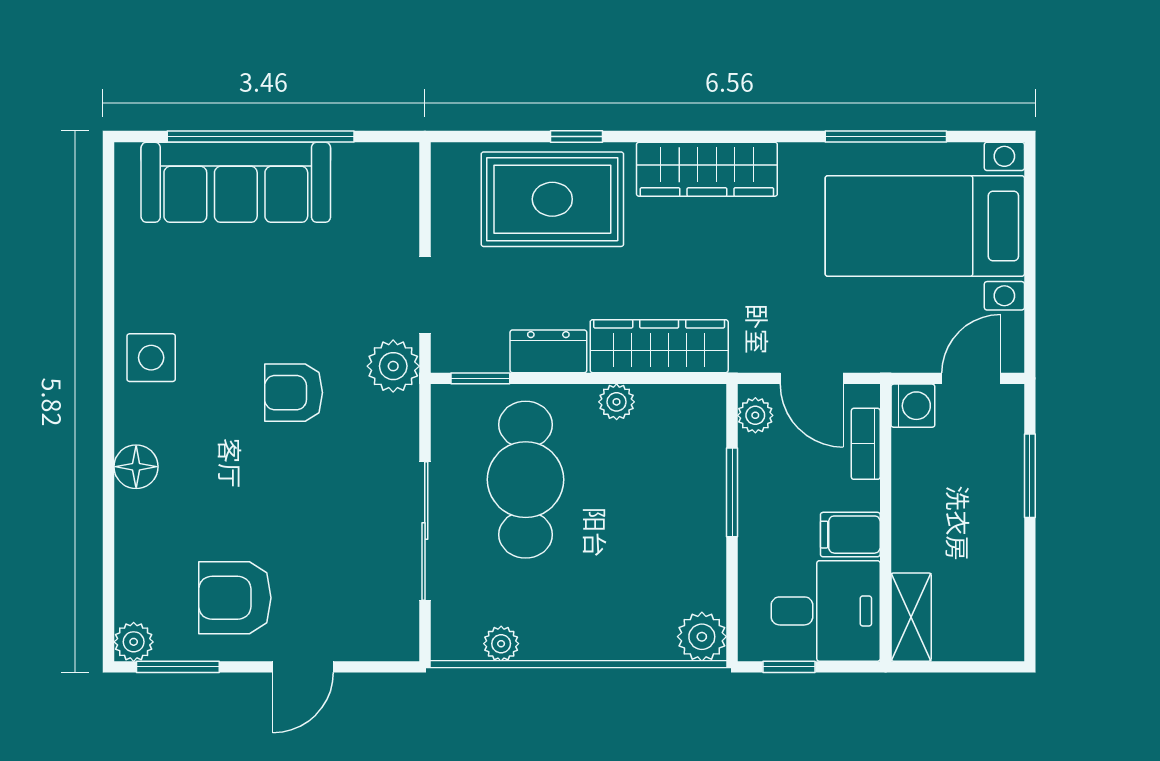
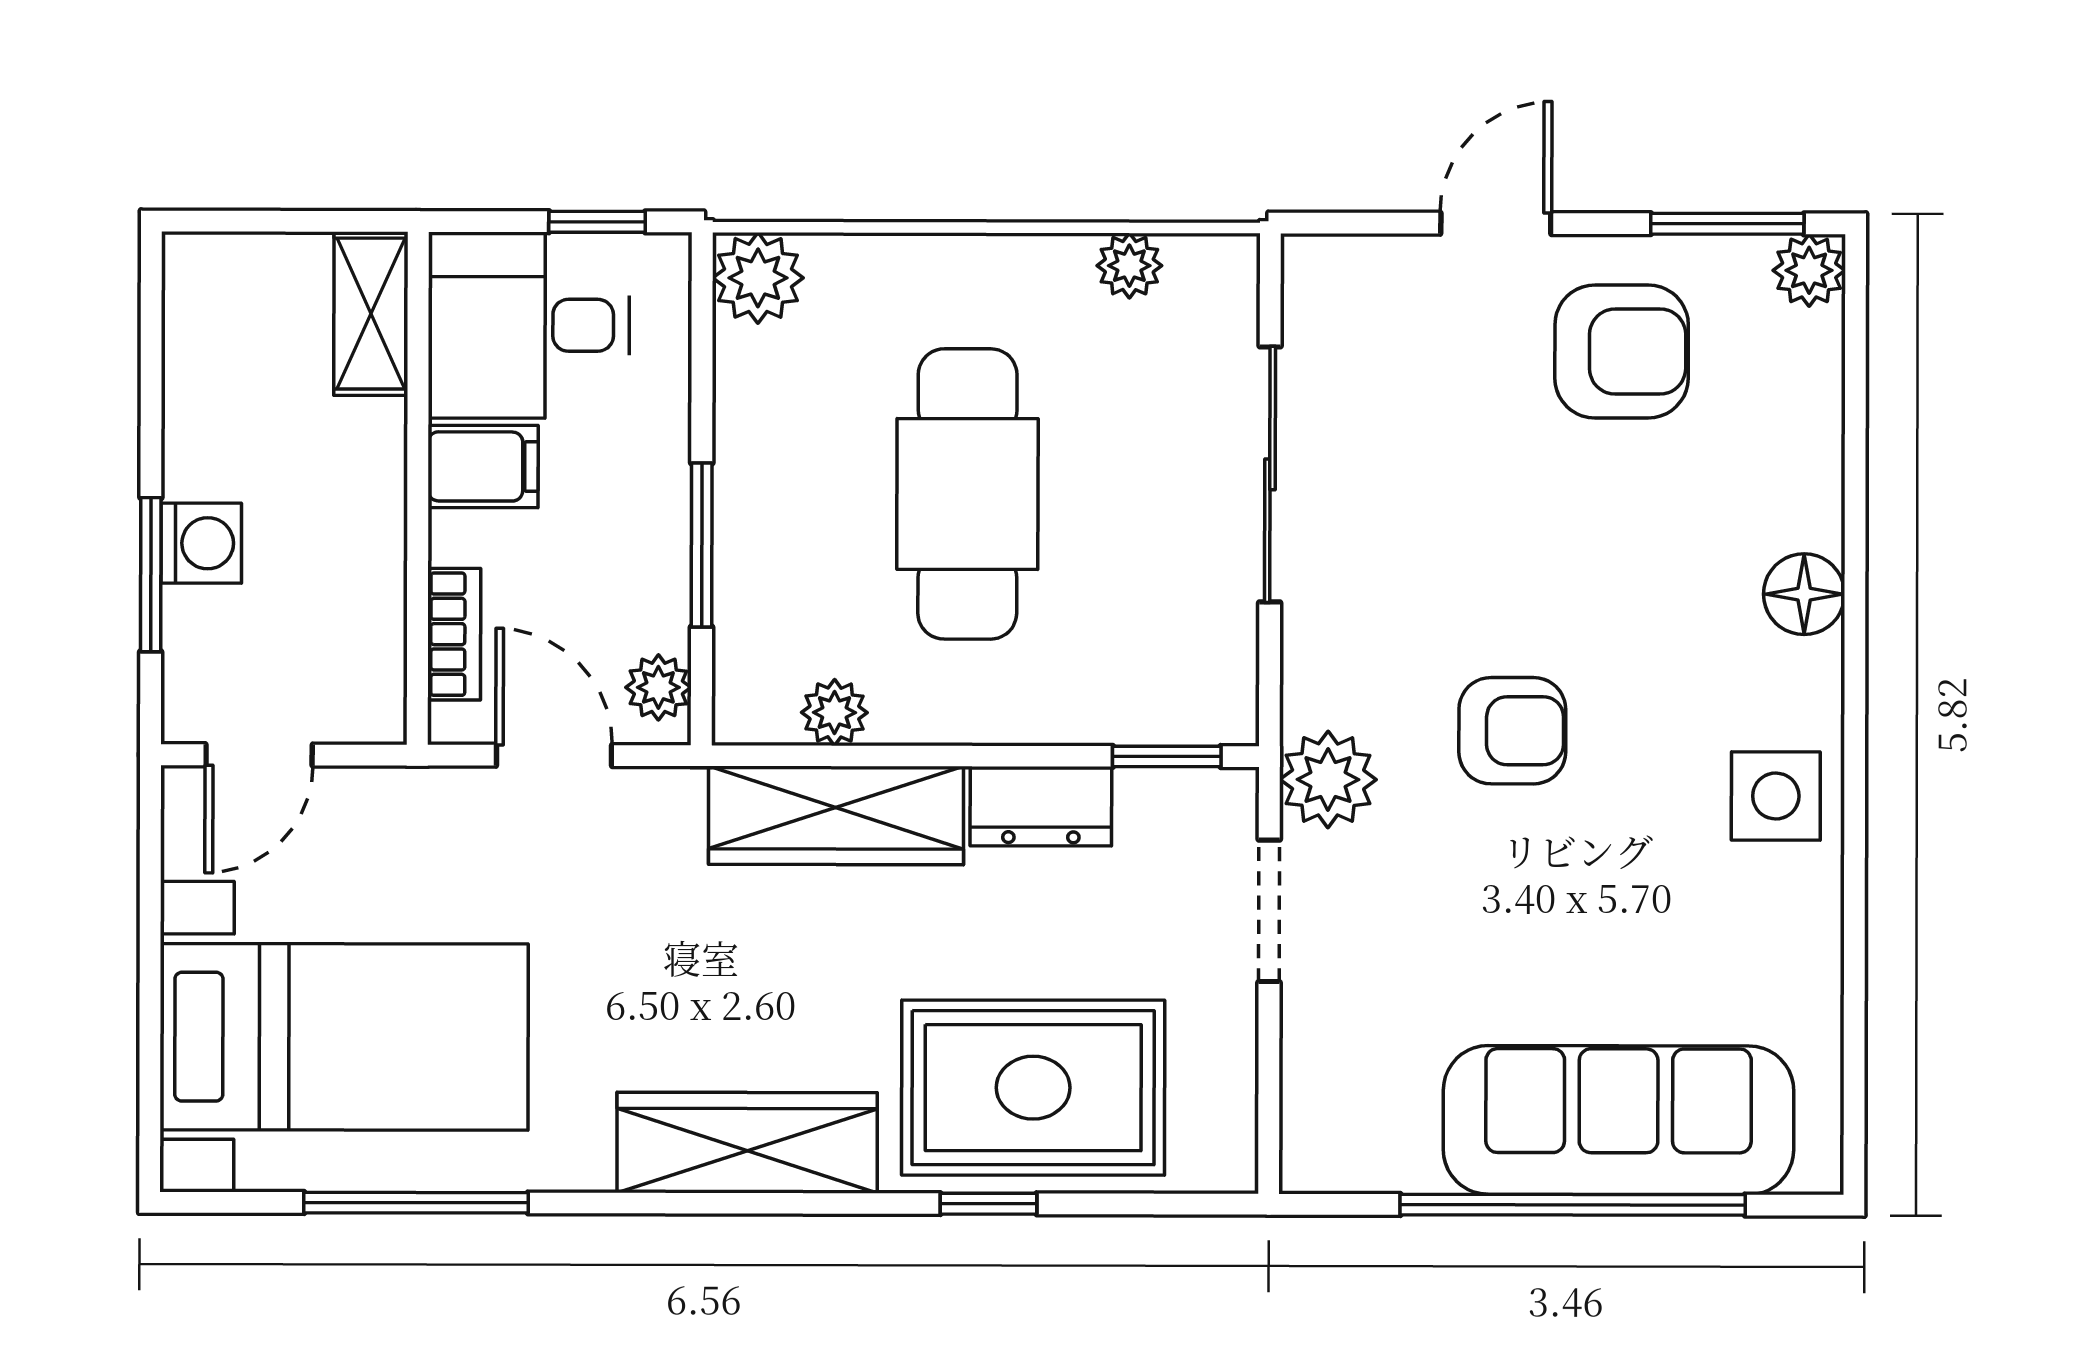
plant: (617, 402) -> (834, 713), moved
washing machine: (913, 406) -> (201, 543), moved, turned 180
cafe table: (526, 480) -> (967, 494), moved

